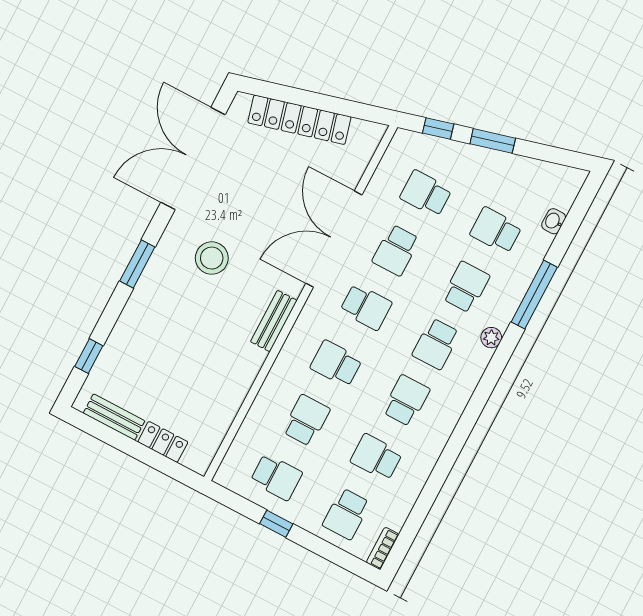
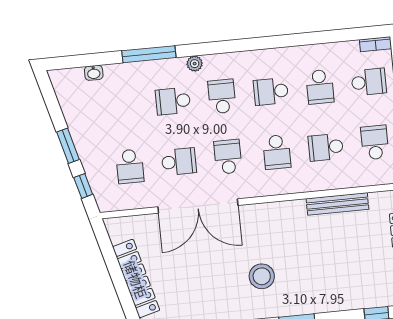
school desk: (496, 230) -> (124, 106), removed
bench: (274, 321) -> (337, 204), moved, width x1.36
school desk: (436, 344) -> (222, 96), turned -90

